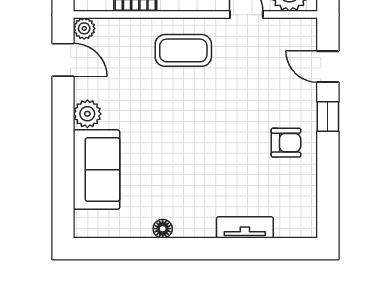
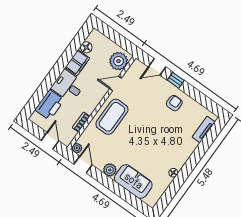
coffee table: (183, 50) -> (112, 117), width x1.36, depth x1.32
door: (63, 60) -> (83, 165), hinge flipped
tv unit: (245, 227) -> (204, 129), moved

